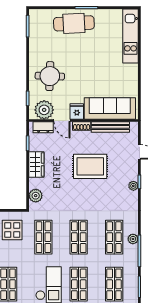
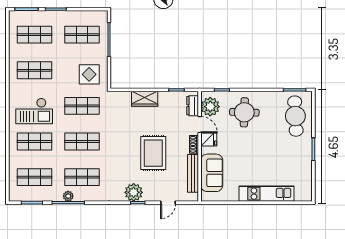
cafe table: (74, 23) -> (295, 116), moved
kitchen unit: (130, 36) -> (267, 194), moved
sofa: (110, 108) -> (212, 173), width x0.73
door: (62, 120) -> (200, 125), swing flipped
wardrobe: (36, 164) -> (145, 99), moved
plant: (133, 186) -> (134, 192), width x1.87, depth x1.87
plant: (36, 196) -> (124, 98), removed
plant: (133, 239) -> (68, 196), moved

